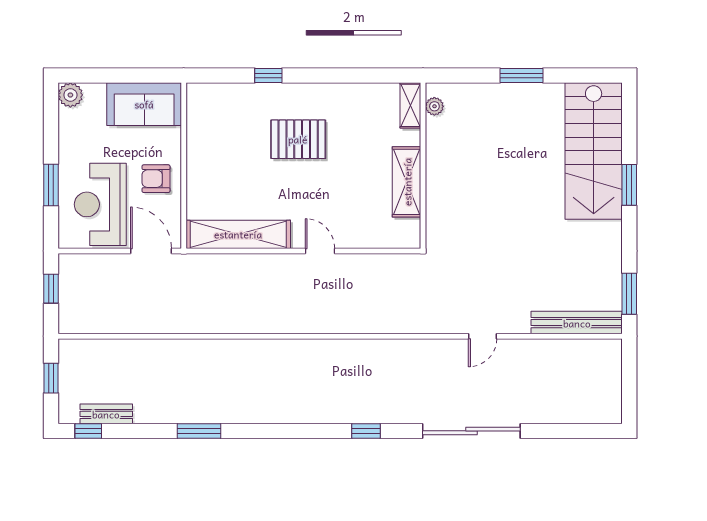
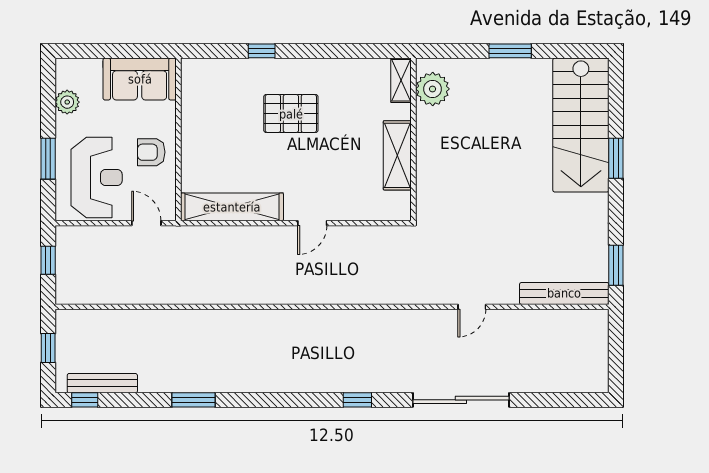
plant: (70, 95) -> (67, 102), moved
plant: (434, 106) -> (433, 89), width x1.87, depth x1.87
reception desk: (100, 204) -> (97, 178), turned 180
door: (151, 251) -> (146, 223), width x0.73
door: (320, 251) -> (312, 223), swing flipped
bench: (106, 414) -> (102, 383), width x1.36

